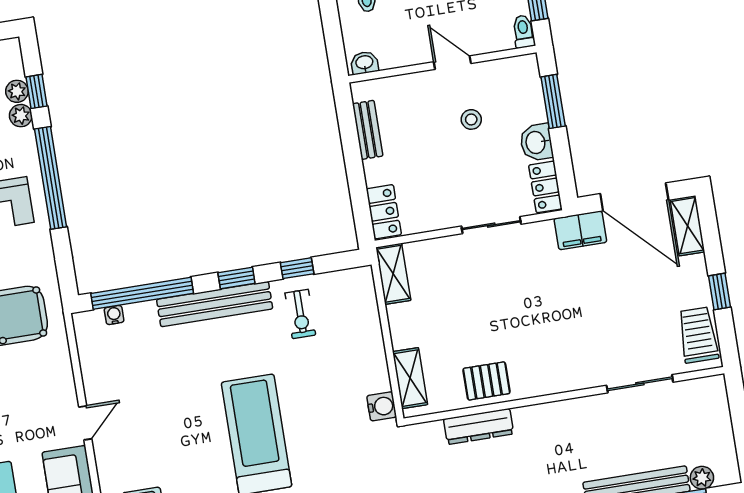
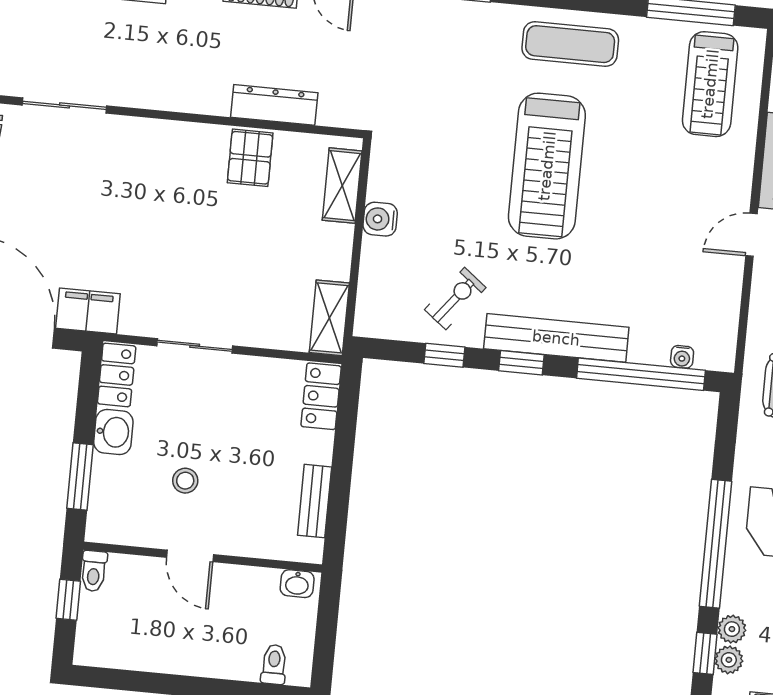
exercise bike: (300, 314) -> (455, 299), turned 38
pallet: (486, 381) -> (250, 158), turned 90
water cooler: (382, 406) -> (380, 219), moved

